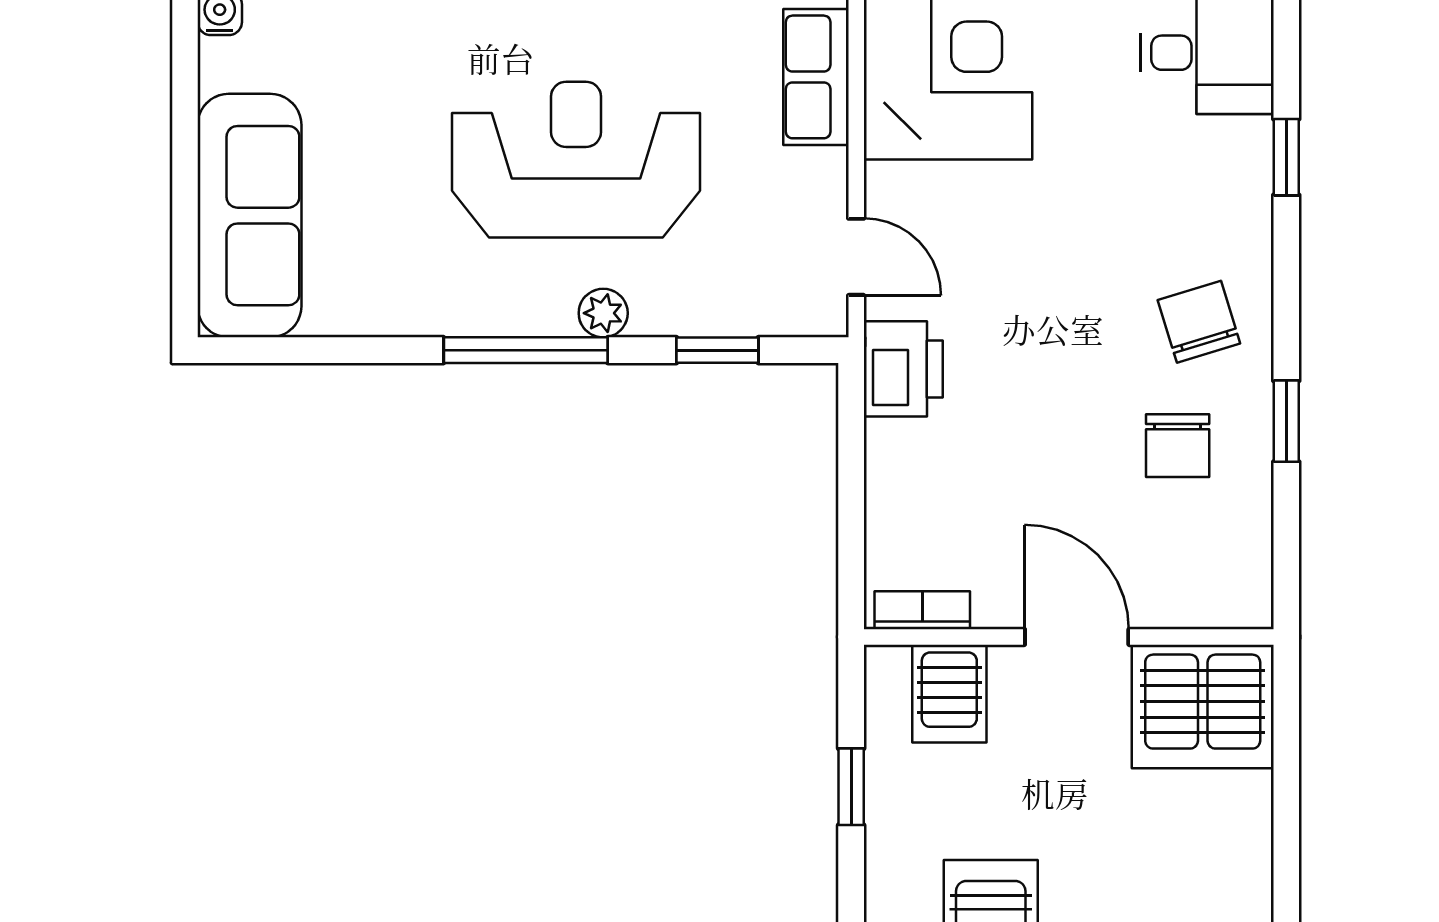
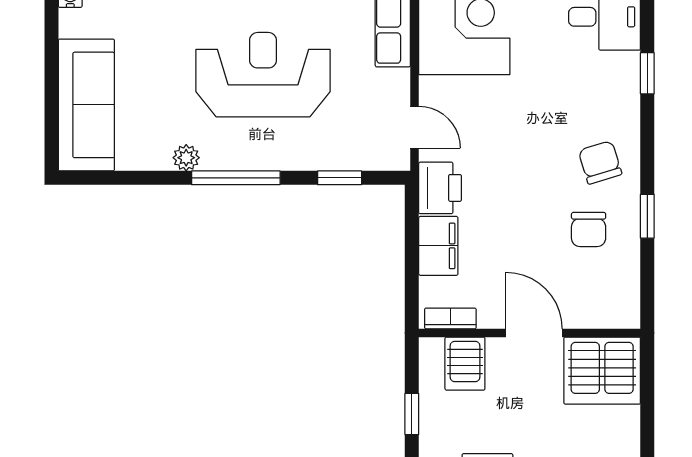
plant: (603, 313) -> (186, 158), moved
filing cabinet: (900, 476) -> (438, 246), added

